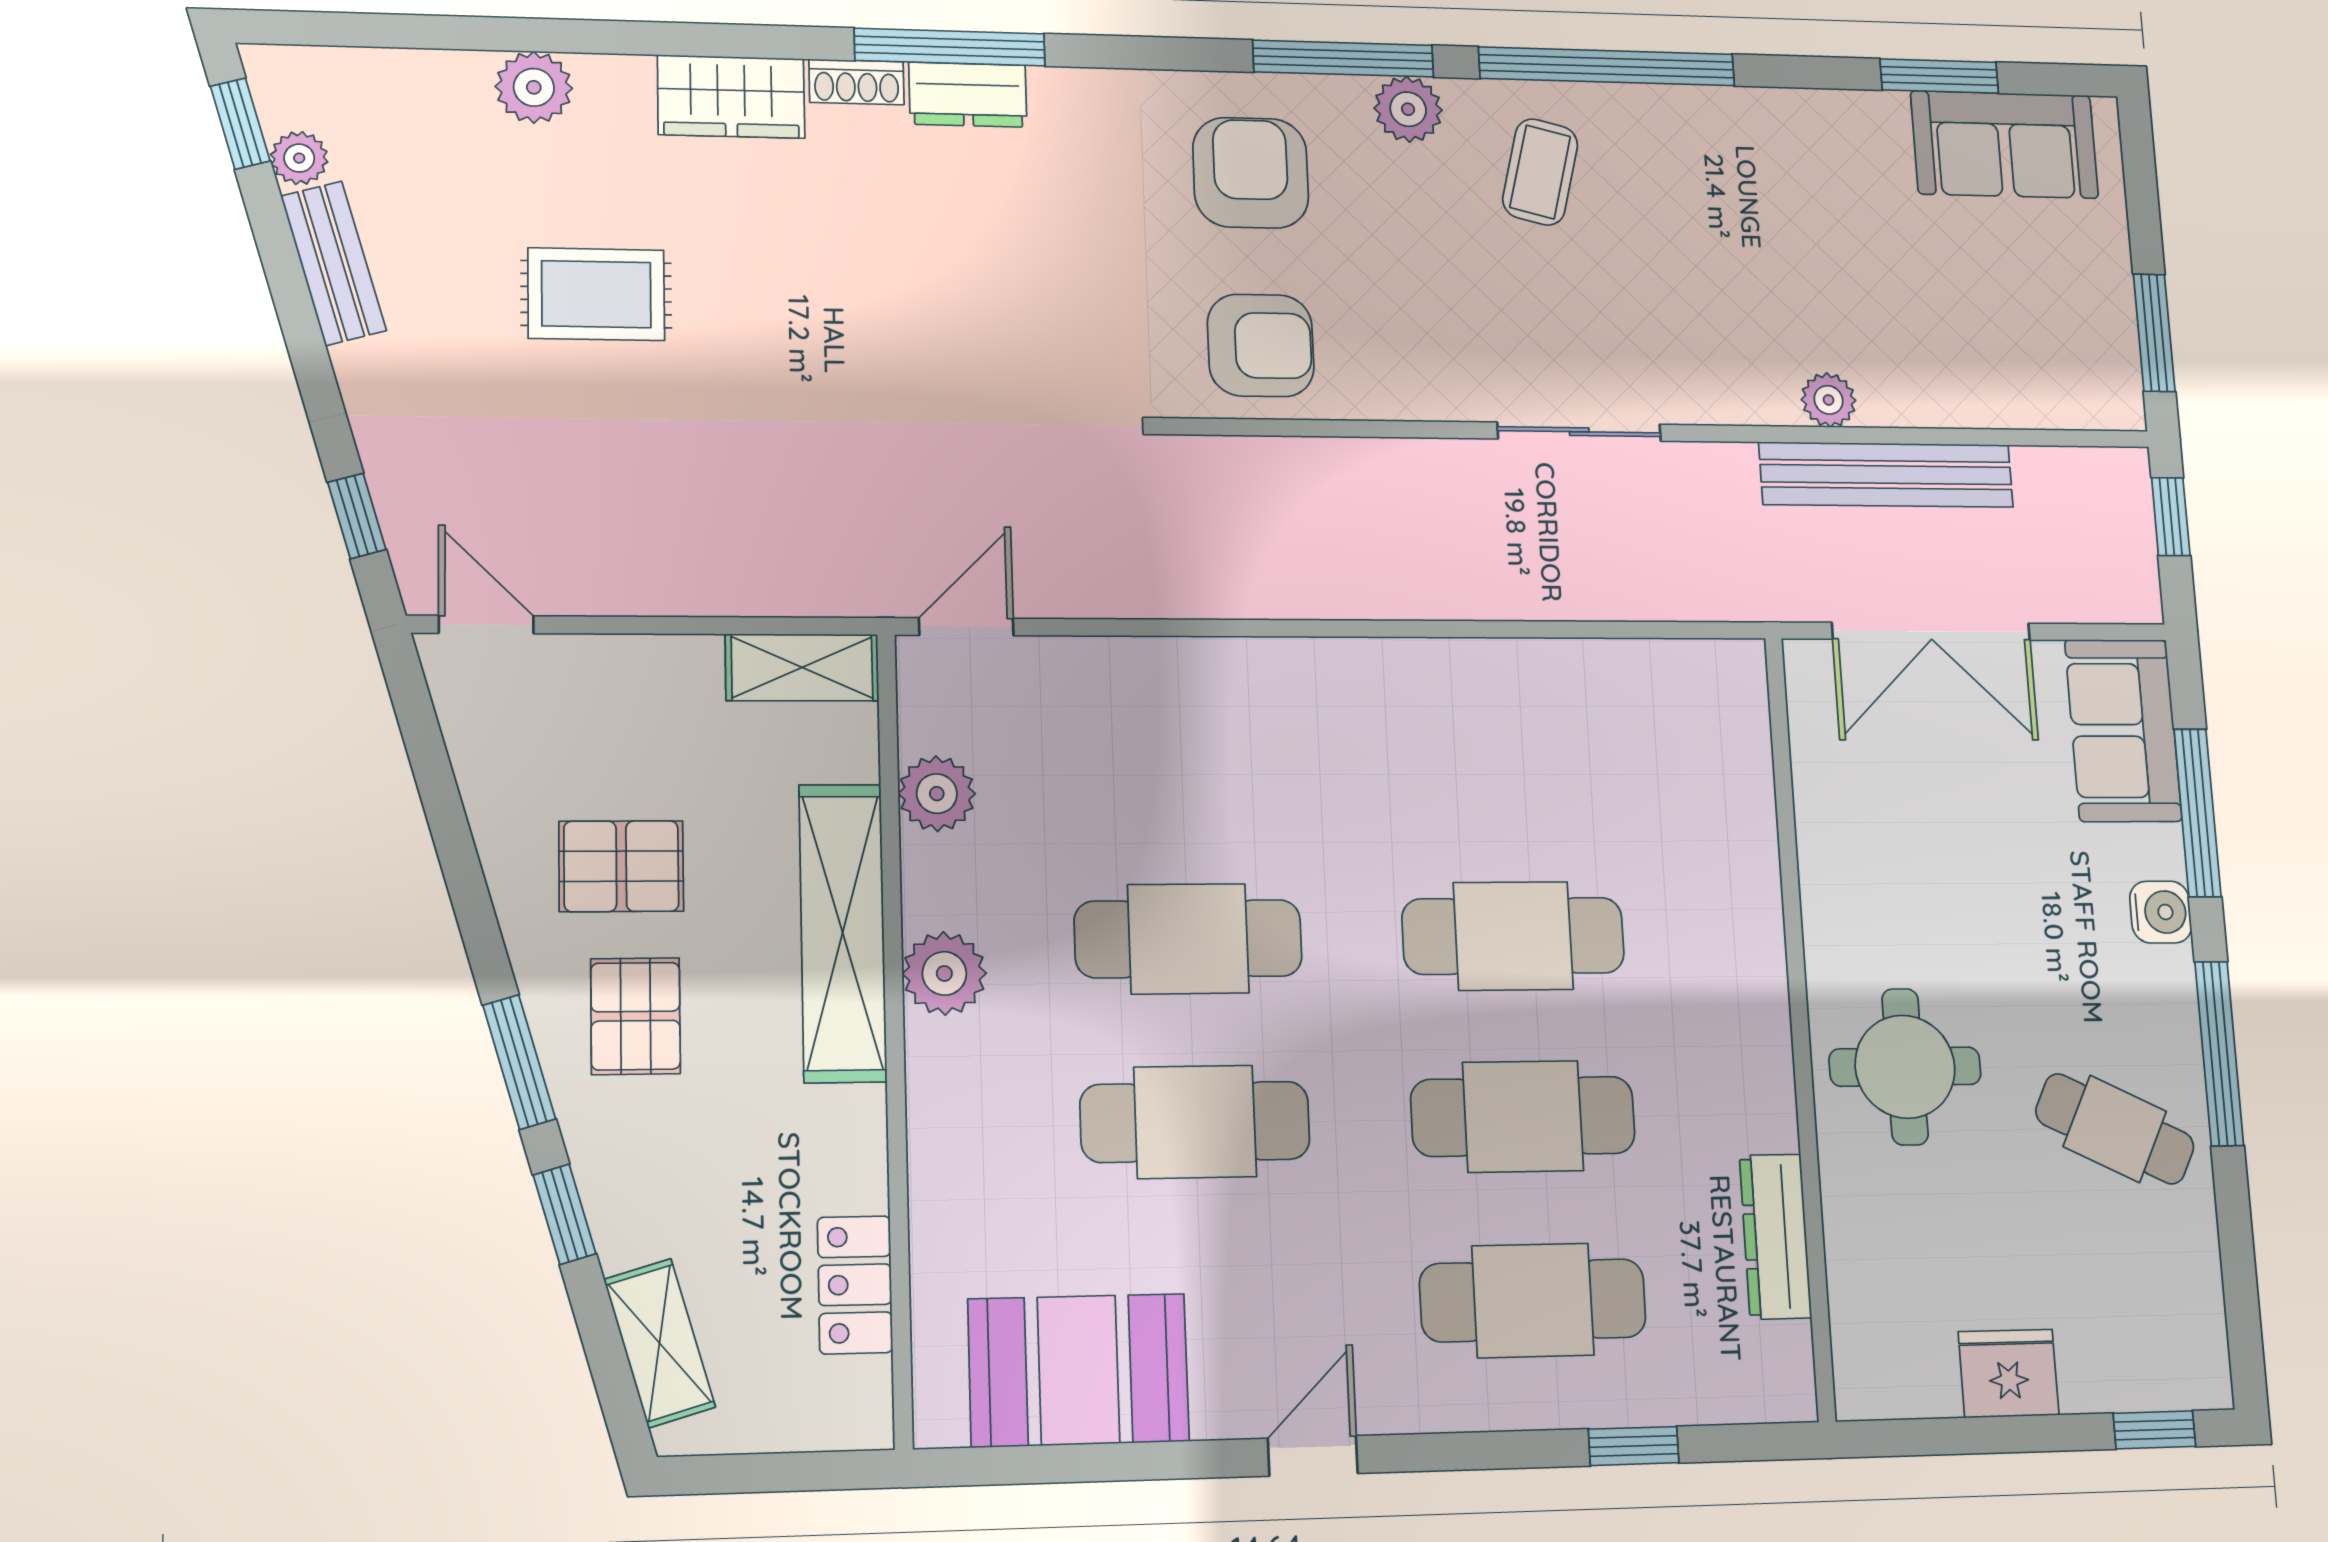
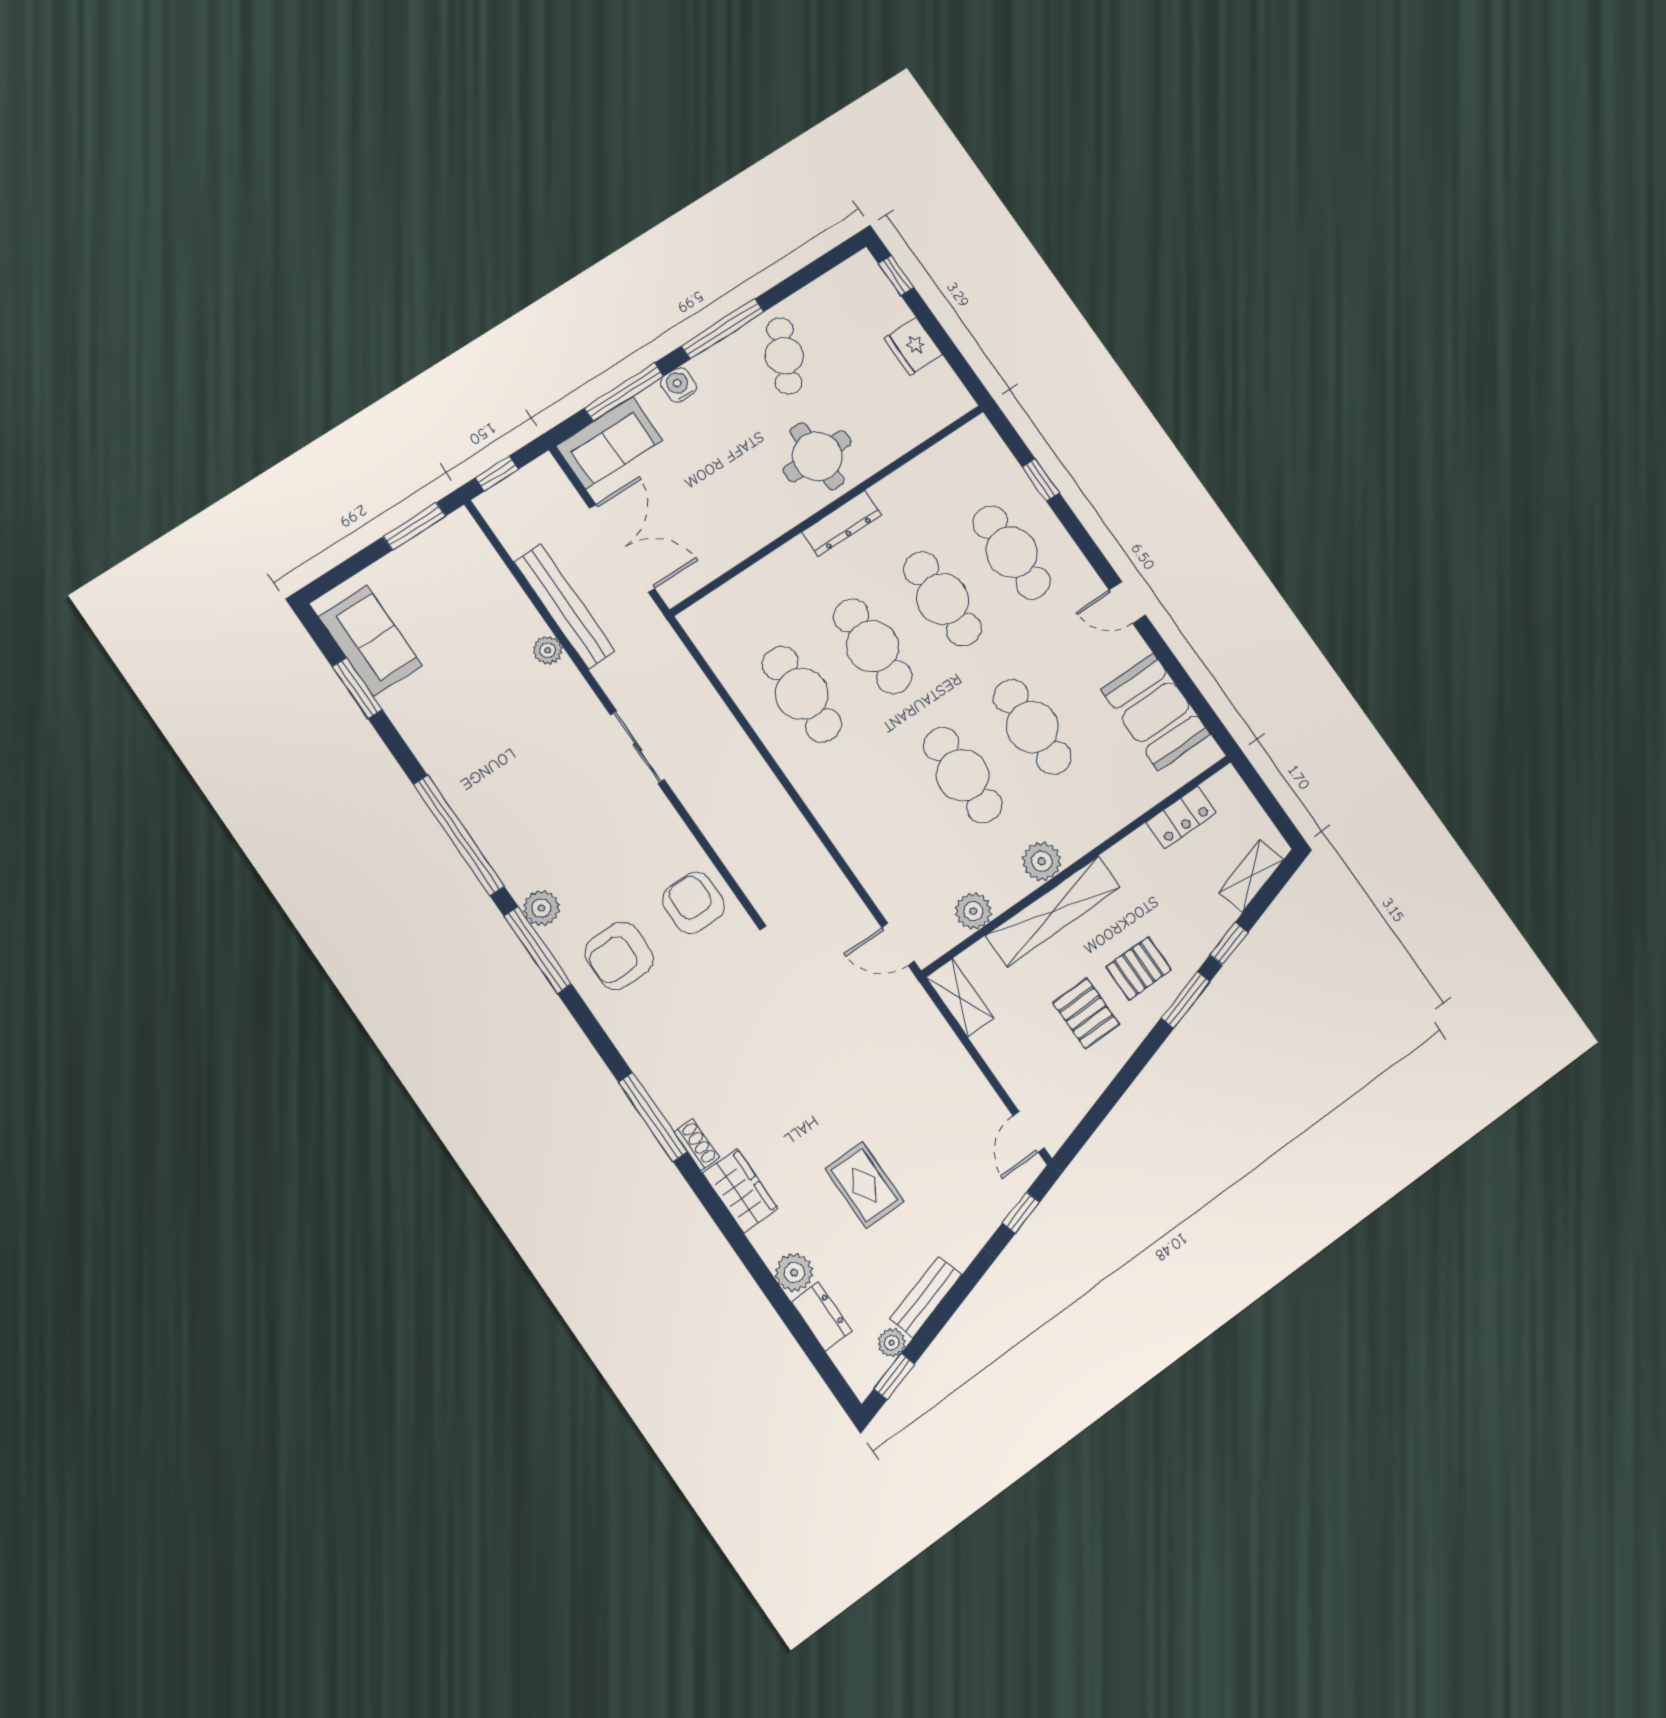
dresser: (968, 95) -> (822, 1317), moved
coffee table: (1540, 172) -> (530, 834), removed
cafe table: (1504, 759) -> (802, 694), added
dresser: (1775, 1236) -> (842, 524), moved

